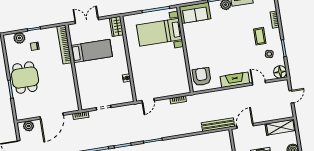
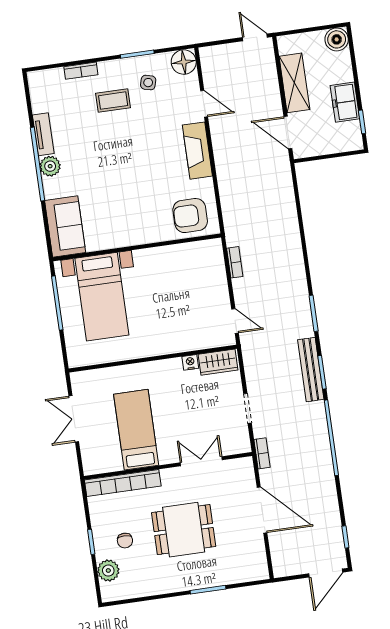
double door: (87, 21) -> (74, 419), moved
wardrobe: (116, 26) -> (218, 362), moved
dining table: (25, 78) -> (184, 530), moved
door: (259, 83) -> (204, 104), swing flipped
double door: (76, 85) -> (201, 461), added
door: (291, 97) -> (255, 37), moved
bench: (218, 125) -> (311, 370), moved
plant: (29, 126) -> (281, 556), removed
shelving: (280, 127) -> (294, 83), moved

